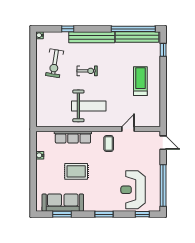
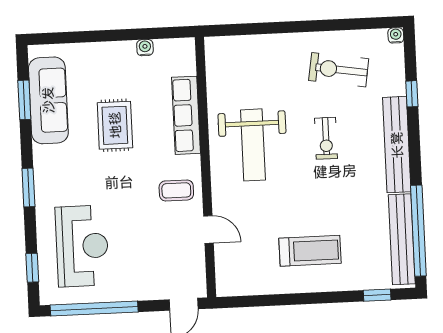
reception desk: (133, 190) -> (82, 246), turned 90

